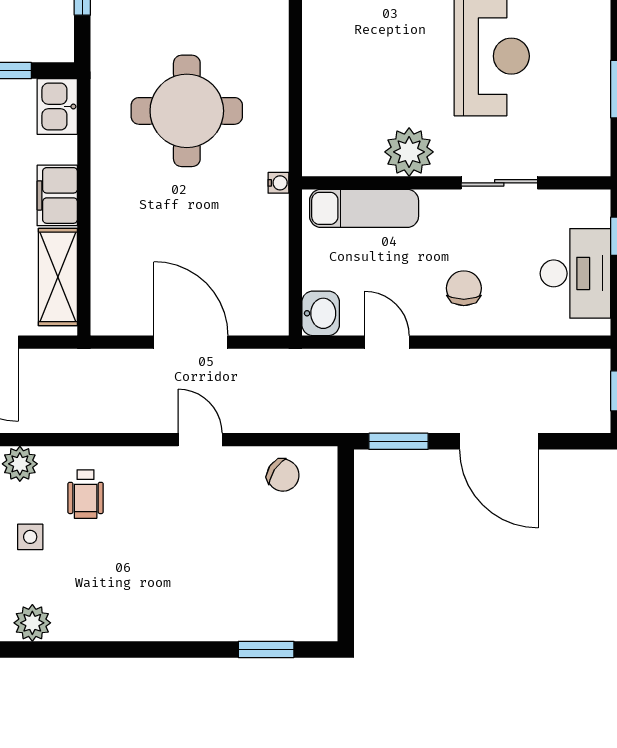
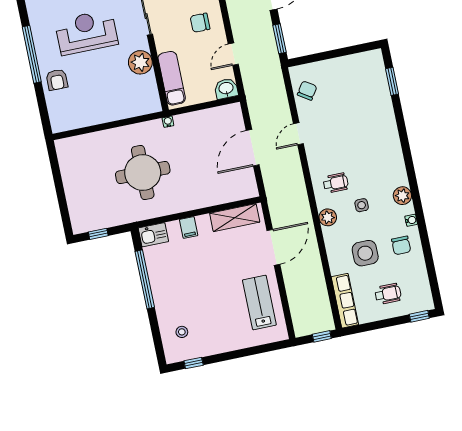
filing cabinet: (57, 195) -> (189, 228), width x0.50

